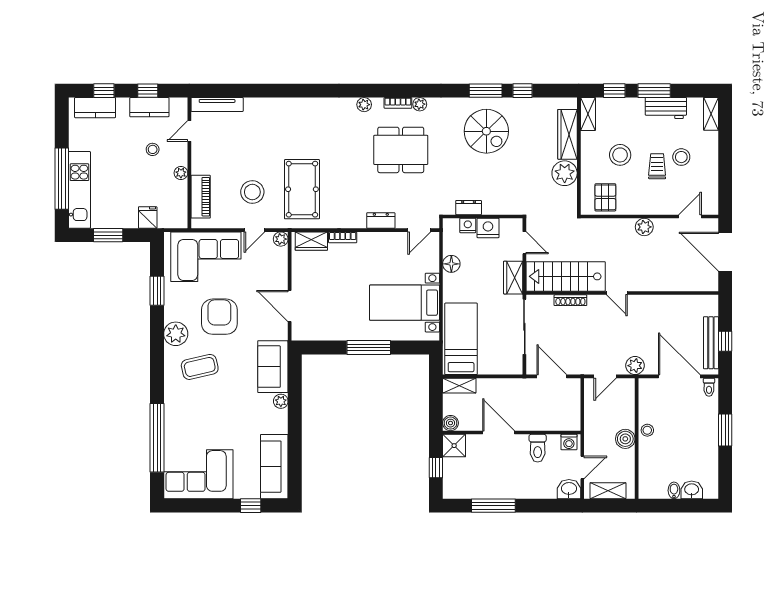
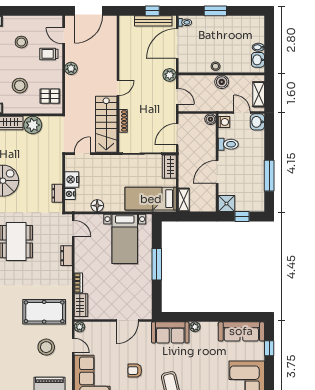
trolley: (657, 166) -> (49, 54), moved
wardrobe: (513, 278) -> (169, 167), moved, turned 90
armchair: (219, 317) -> (135, 371), width x0.53, depth x0.53
boiler: (451, 423) -> (210, 119), moved
washbasin: (692, 490) -> (258, 60), moved

